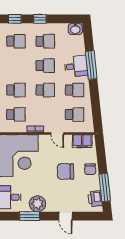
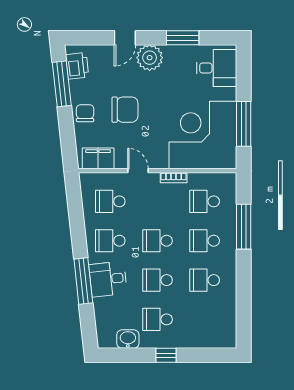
window: (15, 19) -> (207, 355), removed
washbasin: (75, 29) -> (128, 339), moved
school desk: (16, 41) -> (205, 280), moved
plant: (37, 204) -> (150, 58), moved
door: (65, 216) -> (125, 38), swing flipped

